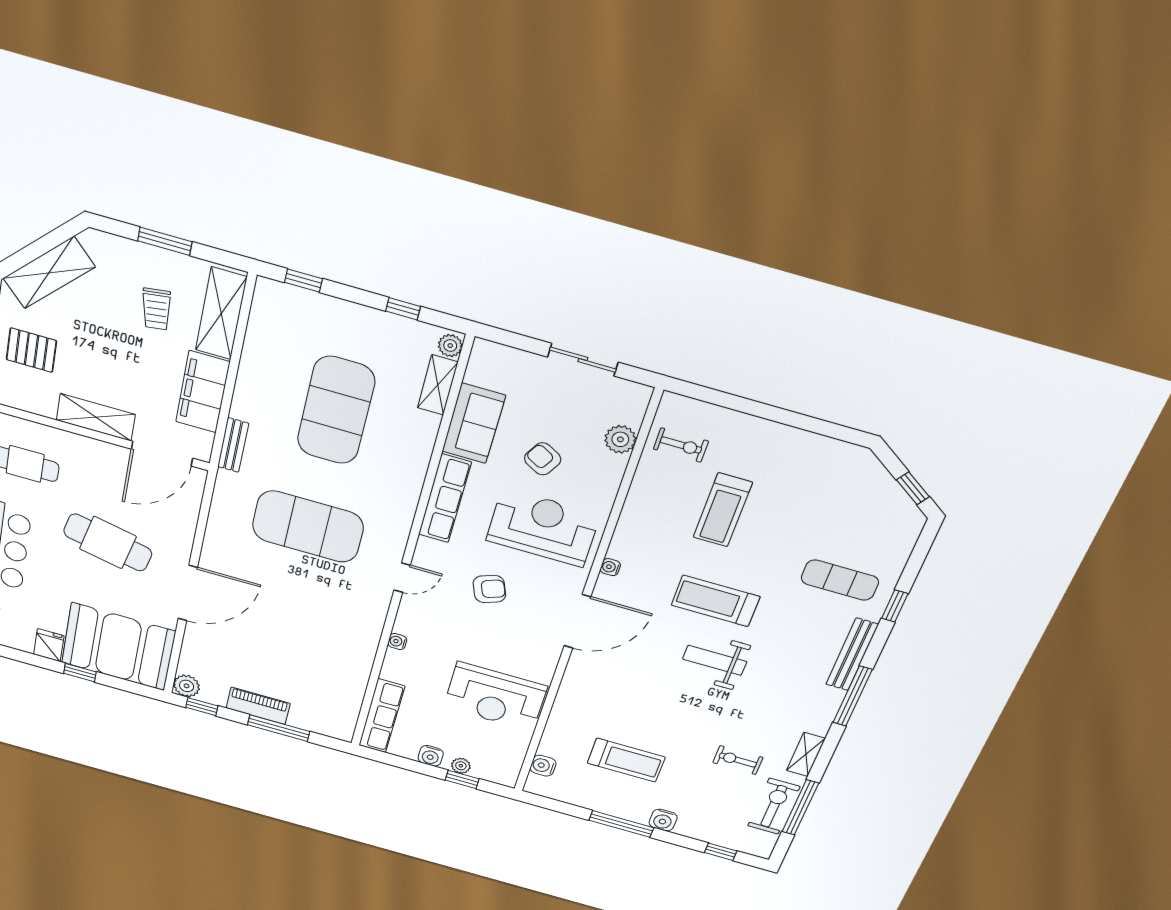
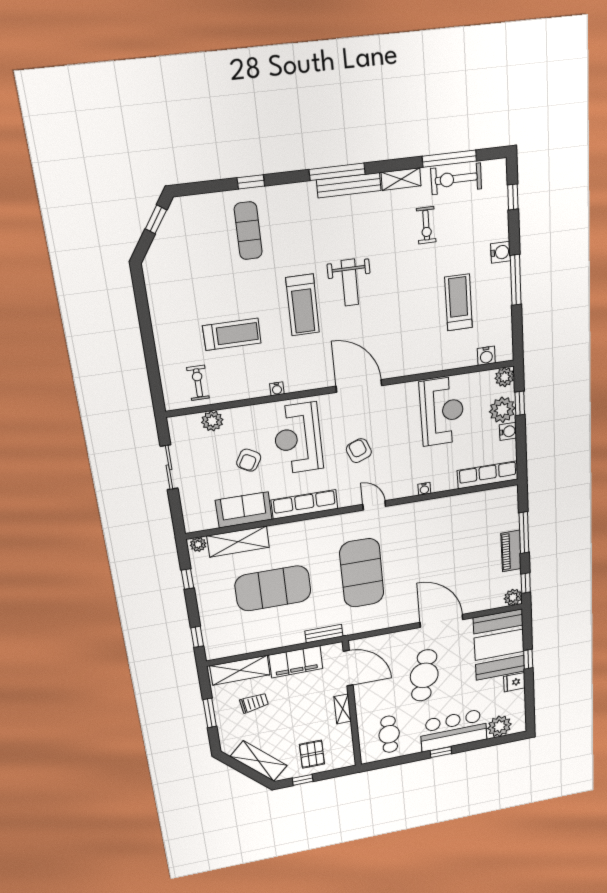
shelving: (438, 385) -> (238, 542), width x1.50, depth x1.33
shelving: (96, 417) -> (343, 709), width x0.67, depth x0.75
water cooler: (610, 567) -> (277, 389), moved
bench: (852, 654) -> (349, 185), moved
plant: (461, 766) -> (502, 410), width x1.87, depth x1.87
plant: (505, 775) -> (505, 377), added

